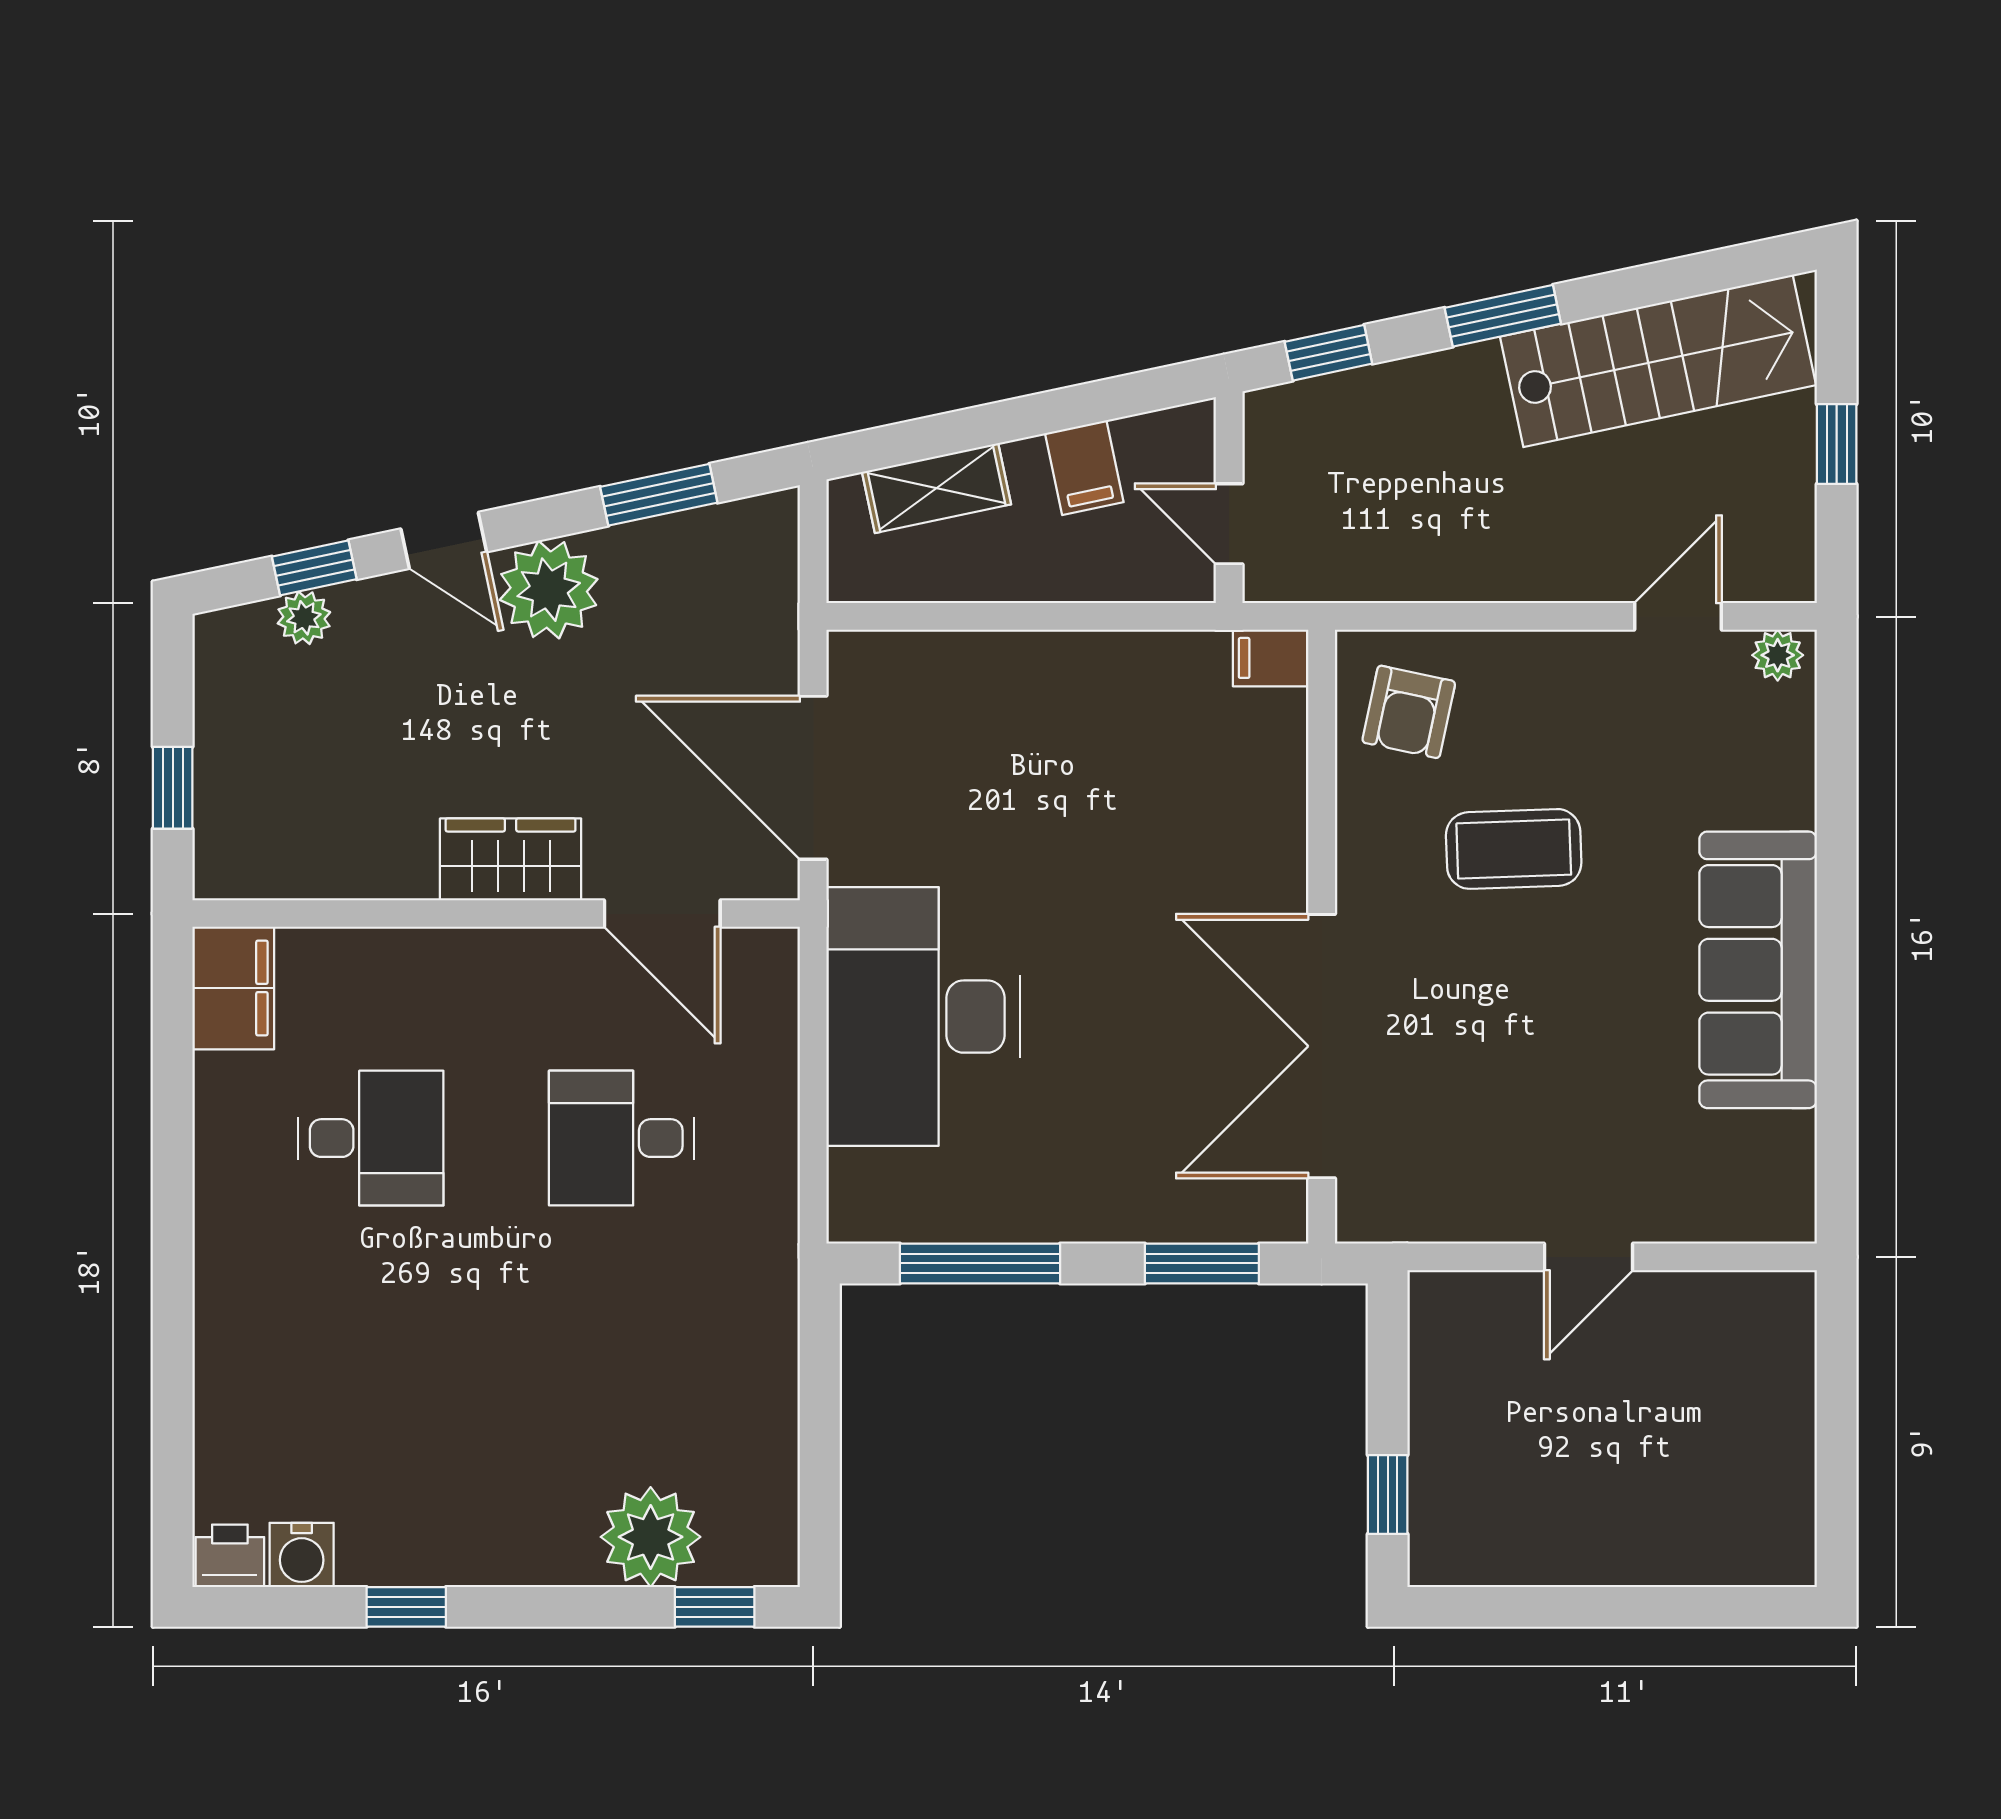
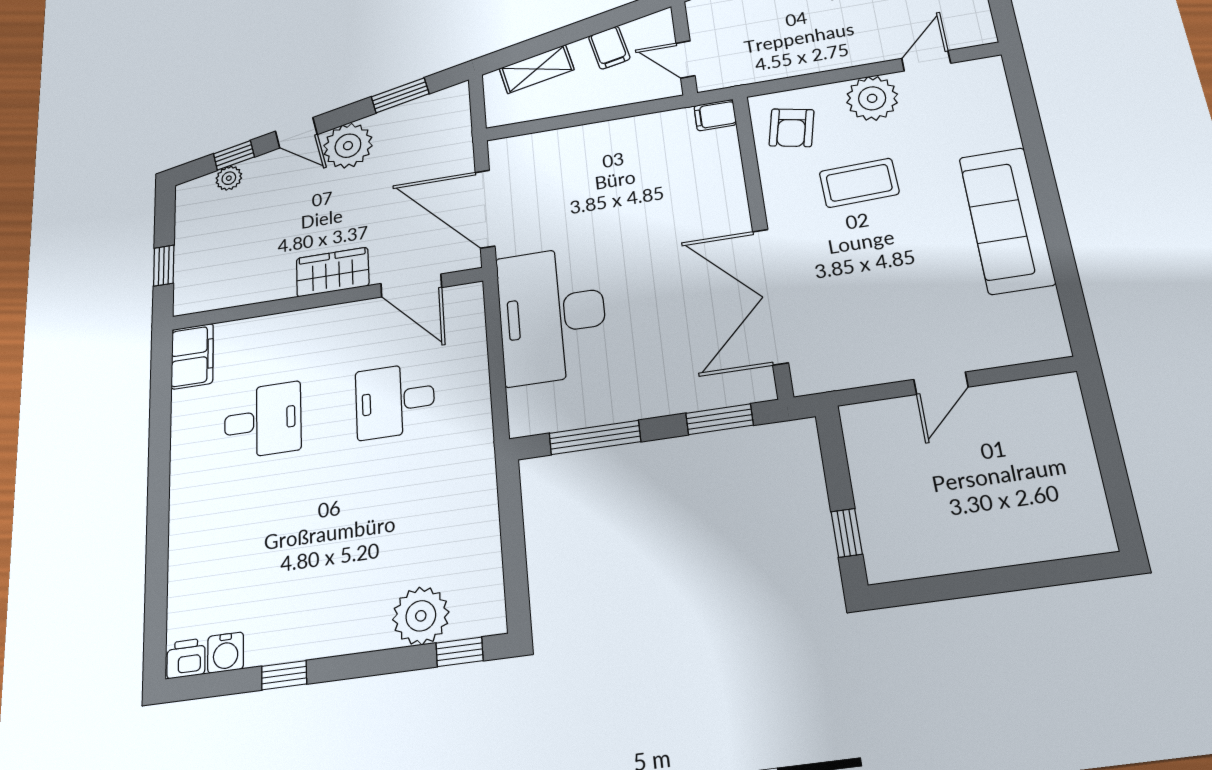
plant: (1778, 655) -> (872, 98), moved, width x1.88, depth x1.88

